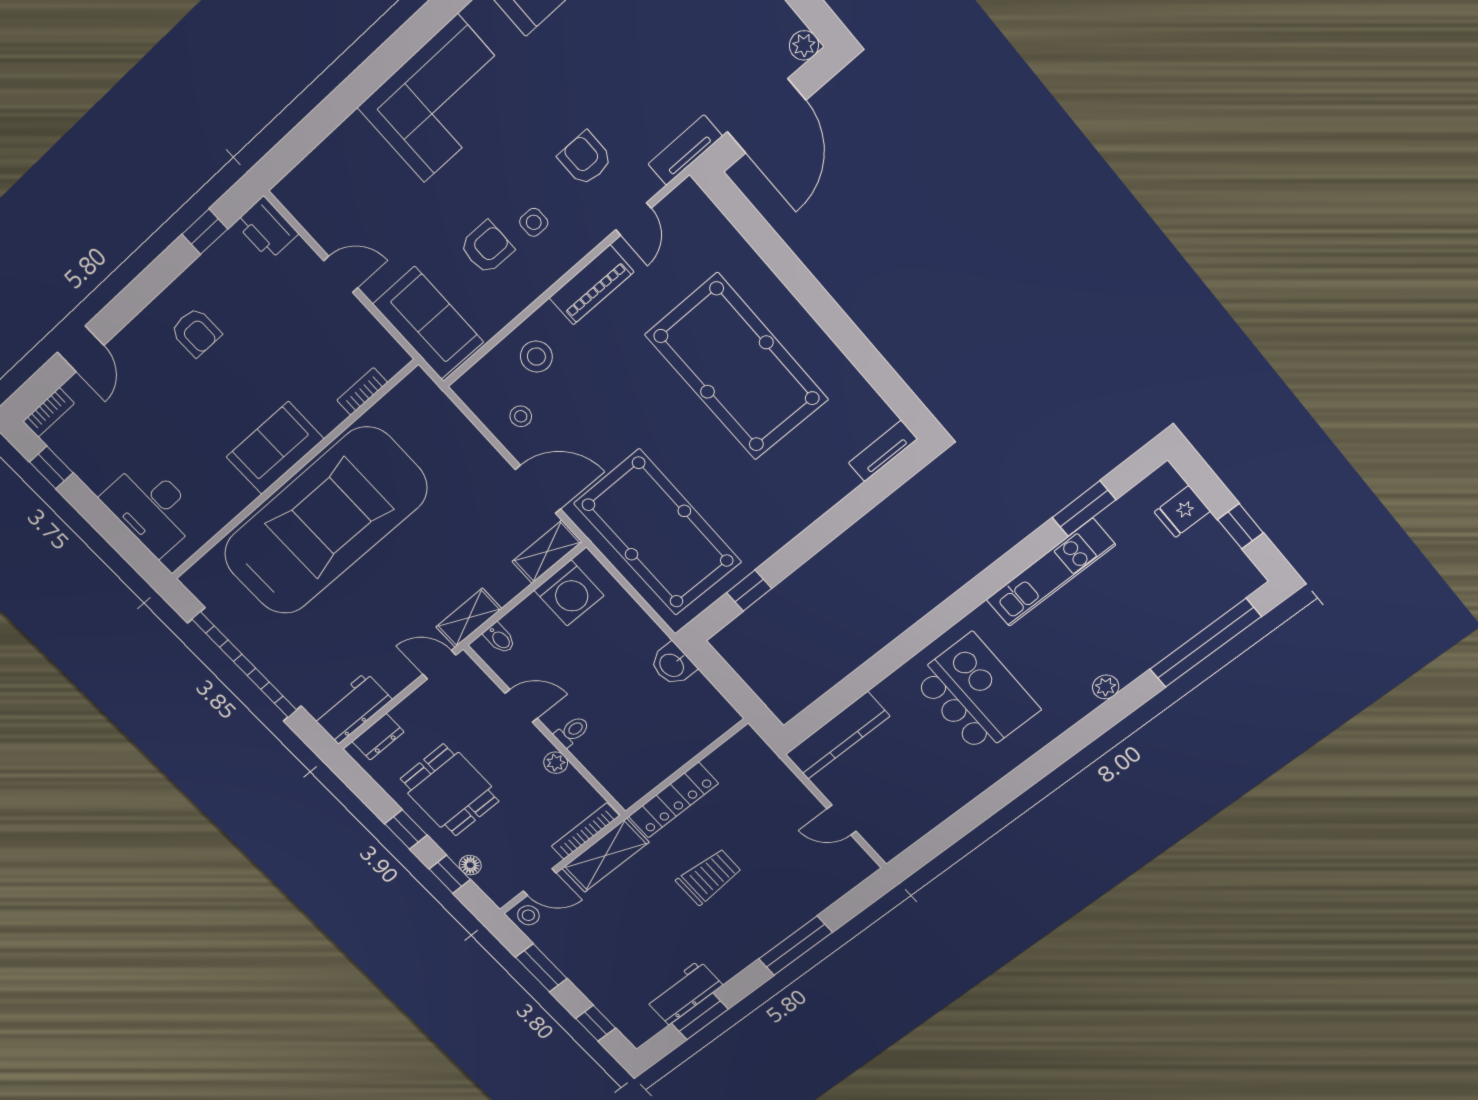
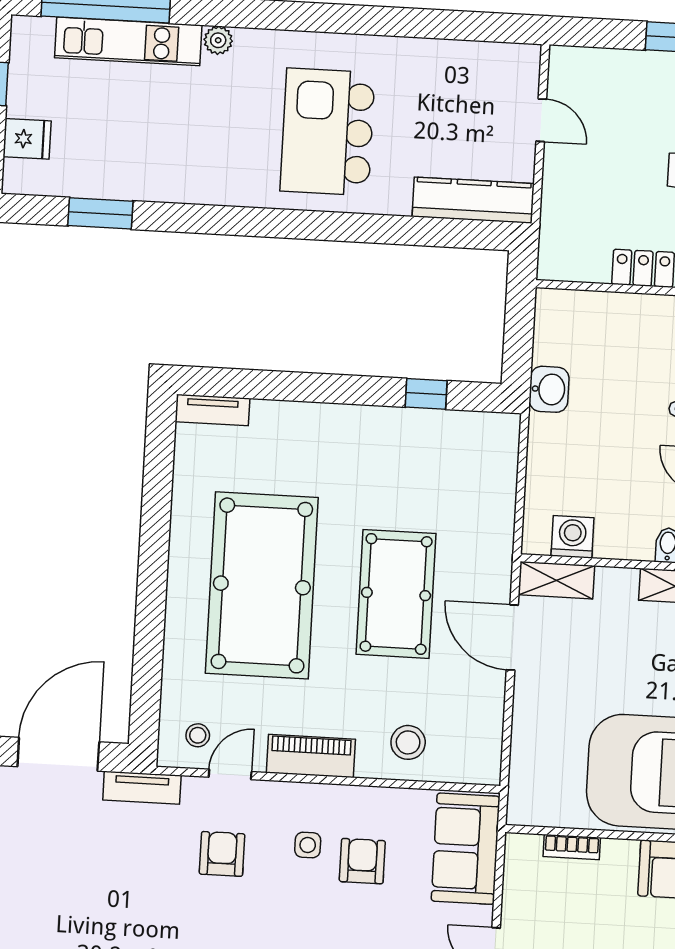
armchair: (585, 158) -> (222, 854), turned 180
armchair: (487, 248) -> (362, 861), turned 90
stool: (521, 416) -> (198, 735), moved
pool table: (658, 533) -> (396, 594), moved, width x0.73, depth x0.76
kitchen unit: (1051, 572) -> (128, 41), moved, turned 180
washing machine: (569, 593) -> (573, 537), width x0.73, depth x0.73

